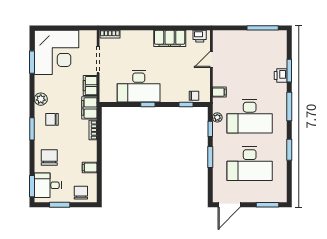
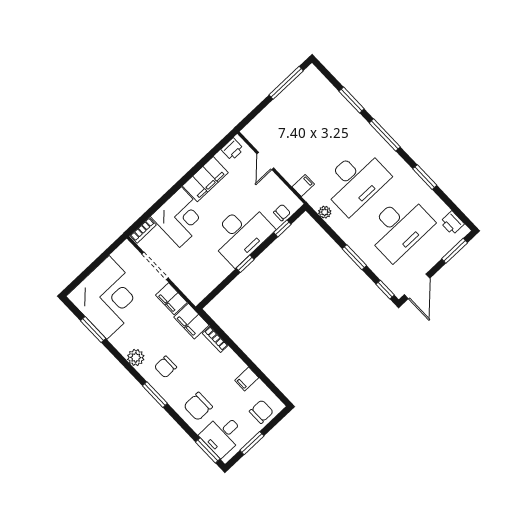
corner desk: (137, 46) -> (180, 217), added
printer: (281, 76) -> (452, 223), moved
desk: (139, 86) -> (241, 234), moved
window: (210, 129) -> (385, 290), moved
chair: (49, 157) -> (198, 406), turned -90
chair: (81, 193) -> (261, 412), turned 90

